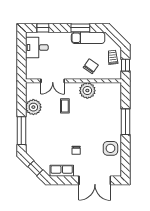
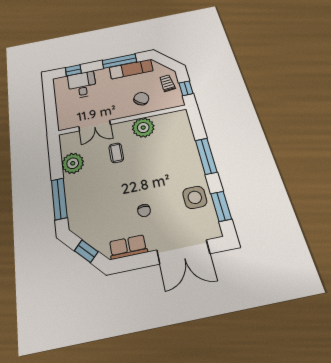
window: (80, 28) -> (119, 61), width x1.44
desk: (37, 47) -> (82, 85), moved, turned 90
window: (125, 158) -> (221, 206), added

